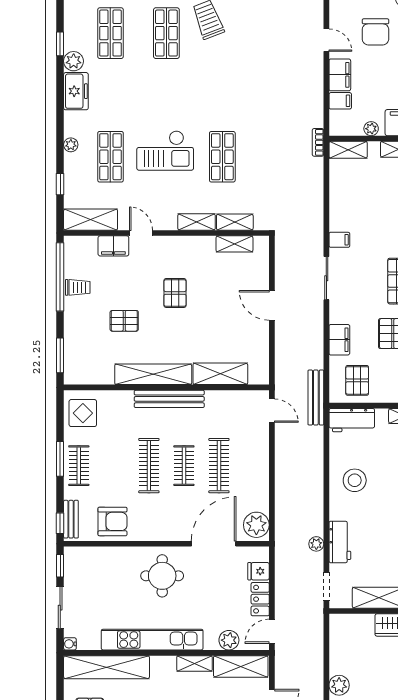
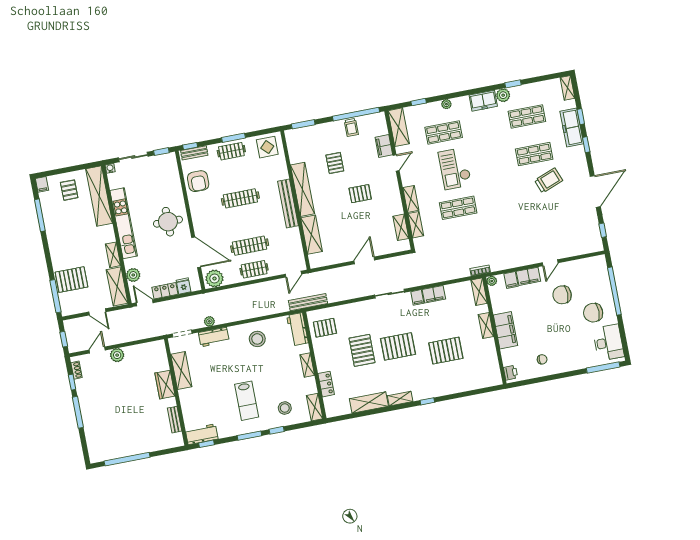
plant: (371, 129) -> (492, 281), moved
filing cabinet: (339, 340) -> (434, 294), moved
clothes rail: (184, 466) -> (254, 269), moved

